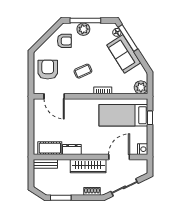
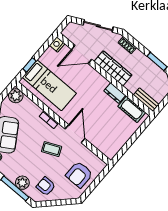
door: (54, 96) -> (75, 134), moved

